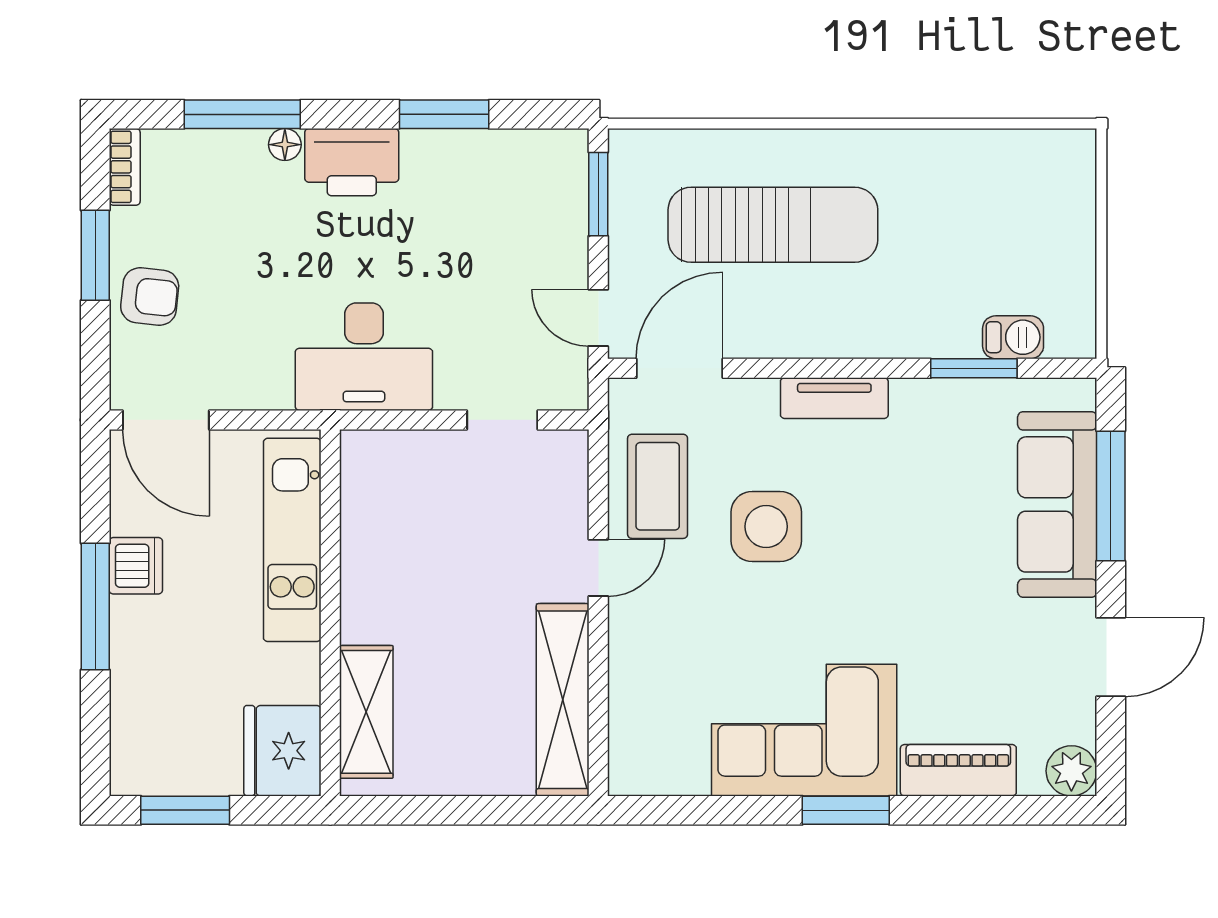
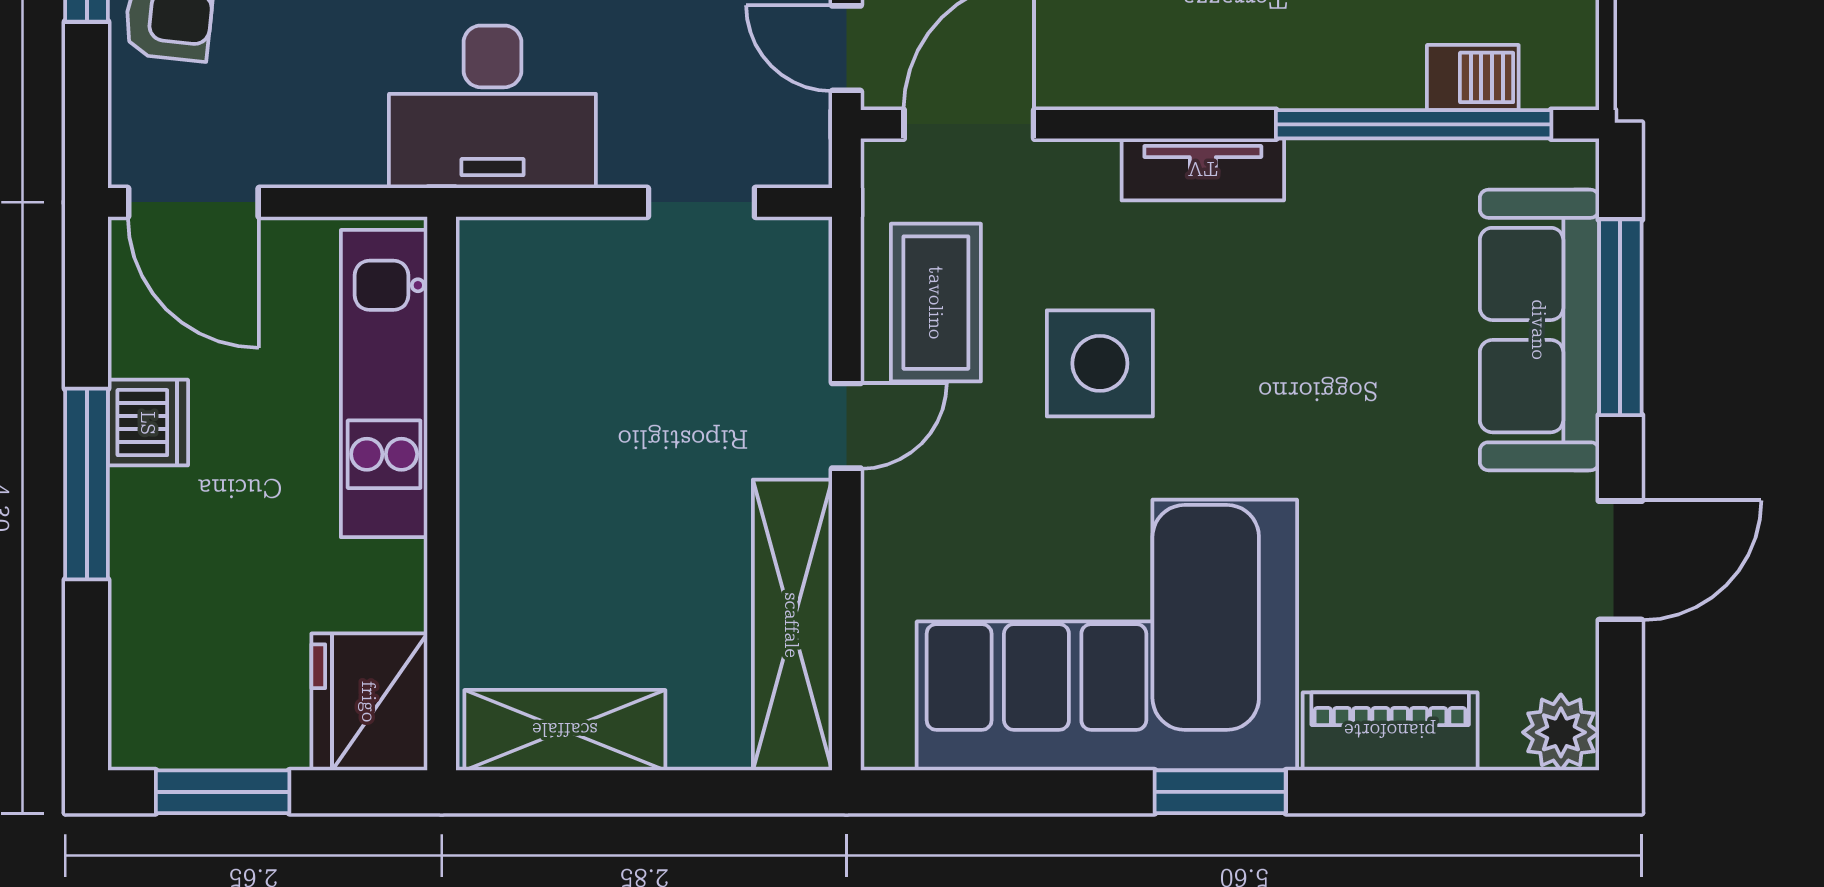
window: (974, 368) -> (1414, 124), width x2.11
shelving: (366, 712) -> (565, 730), moved, turned 90
corner sofa: (804, 730) -> (1107, 635), width x1.36, depth x1.36

